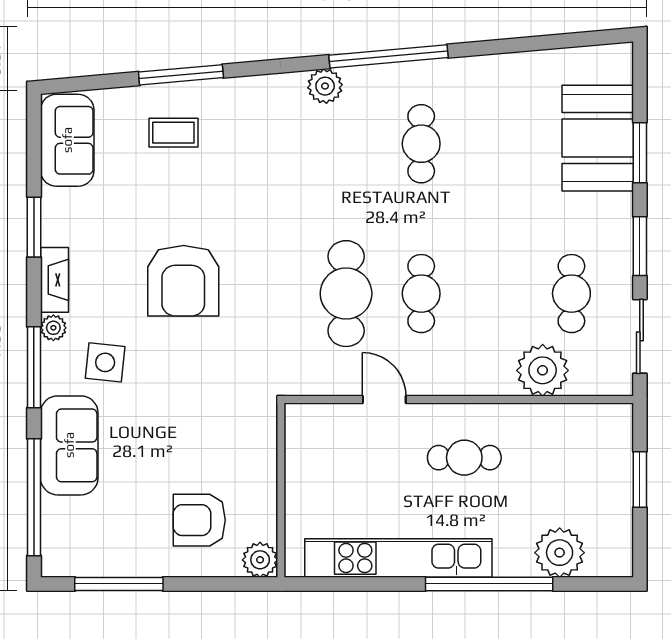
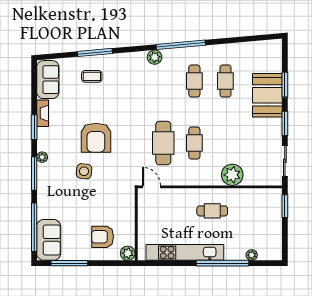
booth: (598, 138) -> (267, 95), moved
window: (34, 227) -> (34, 127), moved
fireplace: (54, 280) -> (43, 113), moved
cafe table: (571, 294) -> (225, 81), moved
side table: (105, 362) -> (84, 171), moved
plant: (543, 370) -> (232, 175), moved
door: (384, 400) -> (151, 187), moved
sofa: (69, 445) -> (49, 240), moved
window: (640, 480) -> (285, 206), moved
plant: (560, 553) -> (252, 255), width x0.53, depth x0.53

